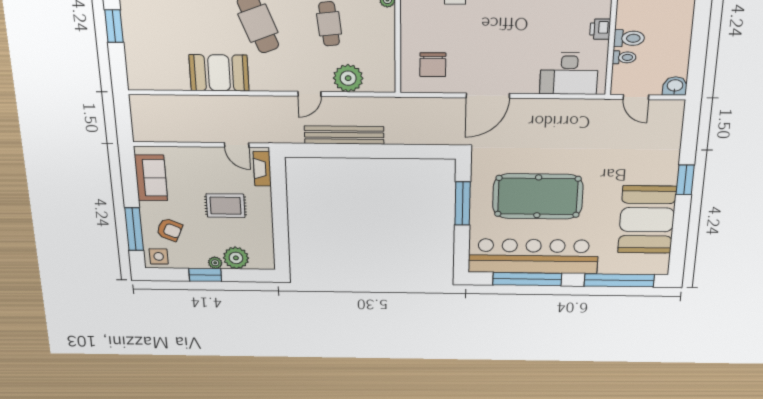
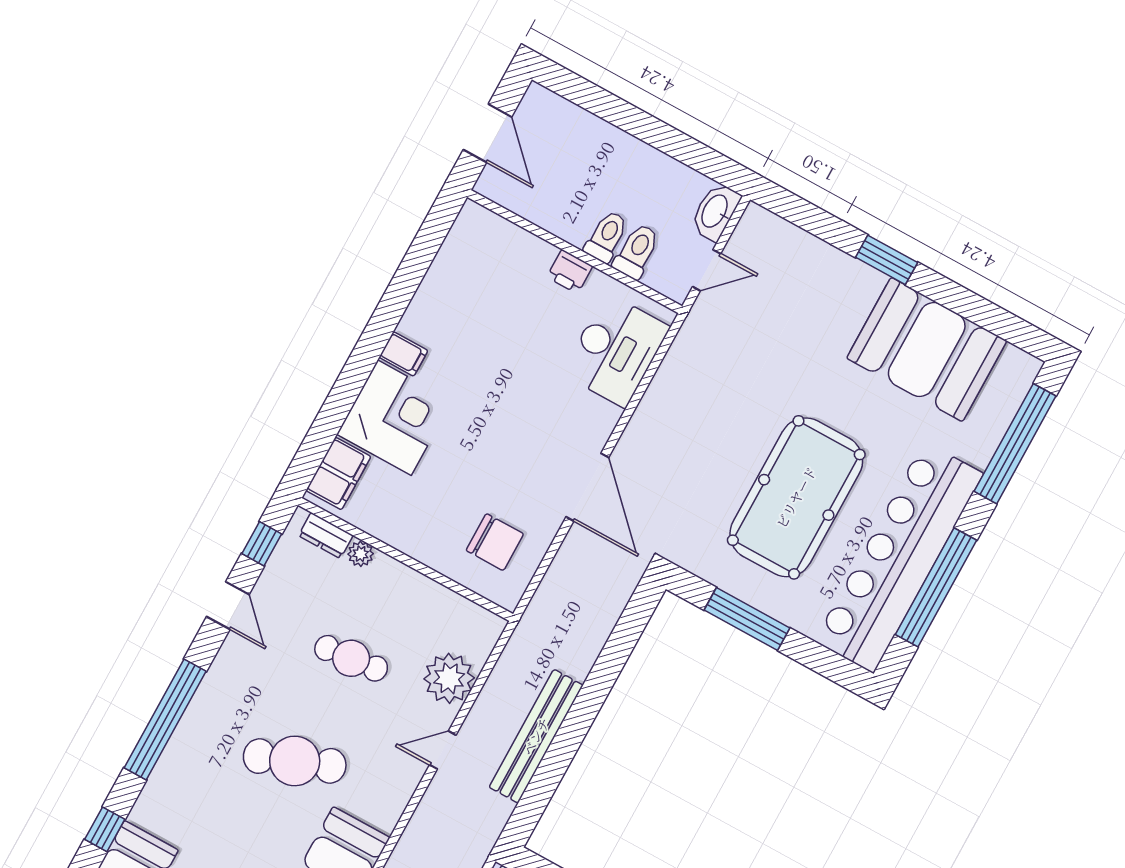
toilet: (624, 57) -> (637, 251), width x1.37, depth x1.39
washbasin: (675, 86) -> (715, 212), width x1.38
door: (309, 94) -> (443, 750), swing flipped

